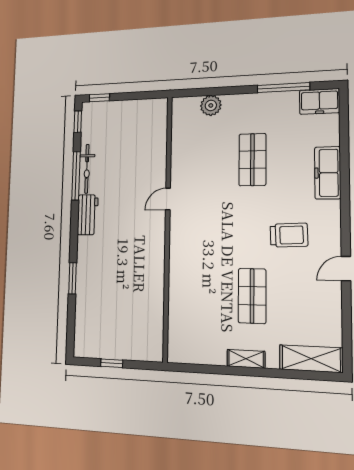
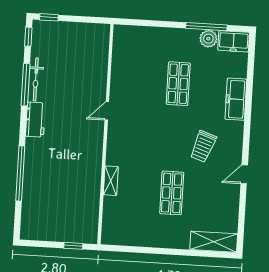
plant: (211, 105) -> (208, 39), moved
trolley: (289, 235) -> (203, 146), turned 111
window: (72, 278) -> (20, 173), width x2.11
shelving: (246, 359) -> (111, 181), moved, turned 90
window: (112, 363) -> (73, 246), moved

